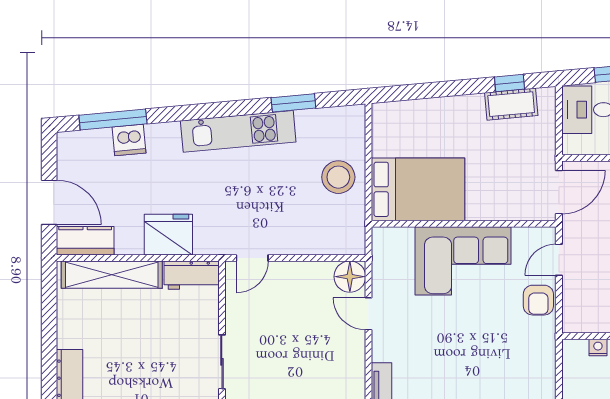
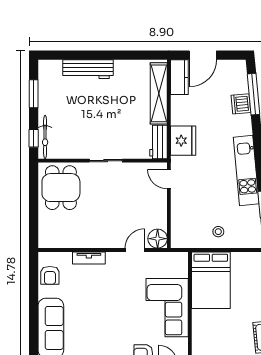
stool: (338, 177) -> (218, 232), width x0.53, depth x0.53
fridge: (168, 235) -> (183, 141), moved

